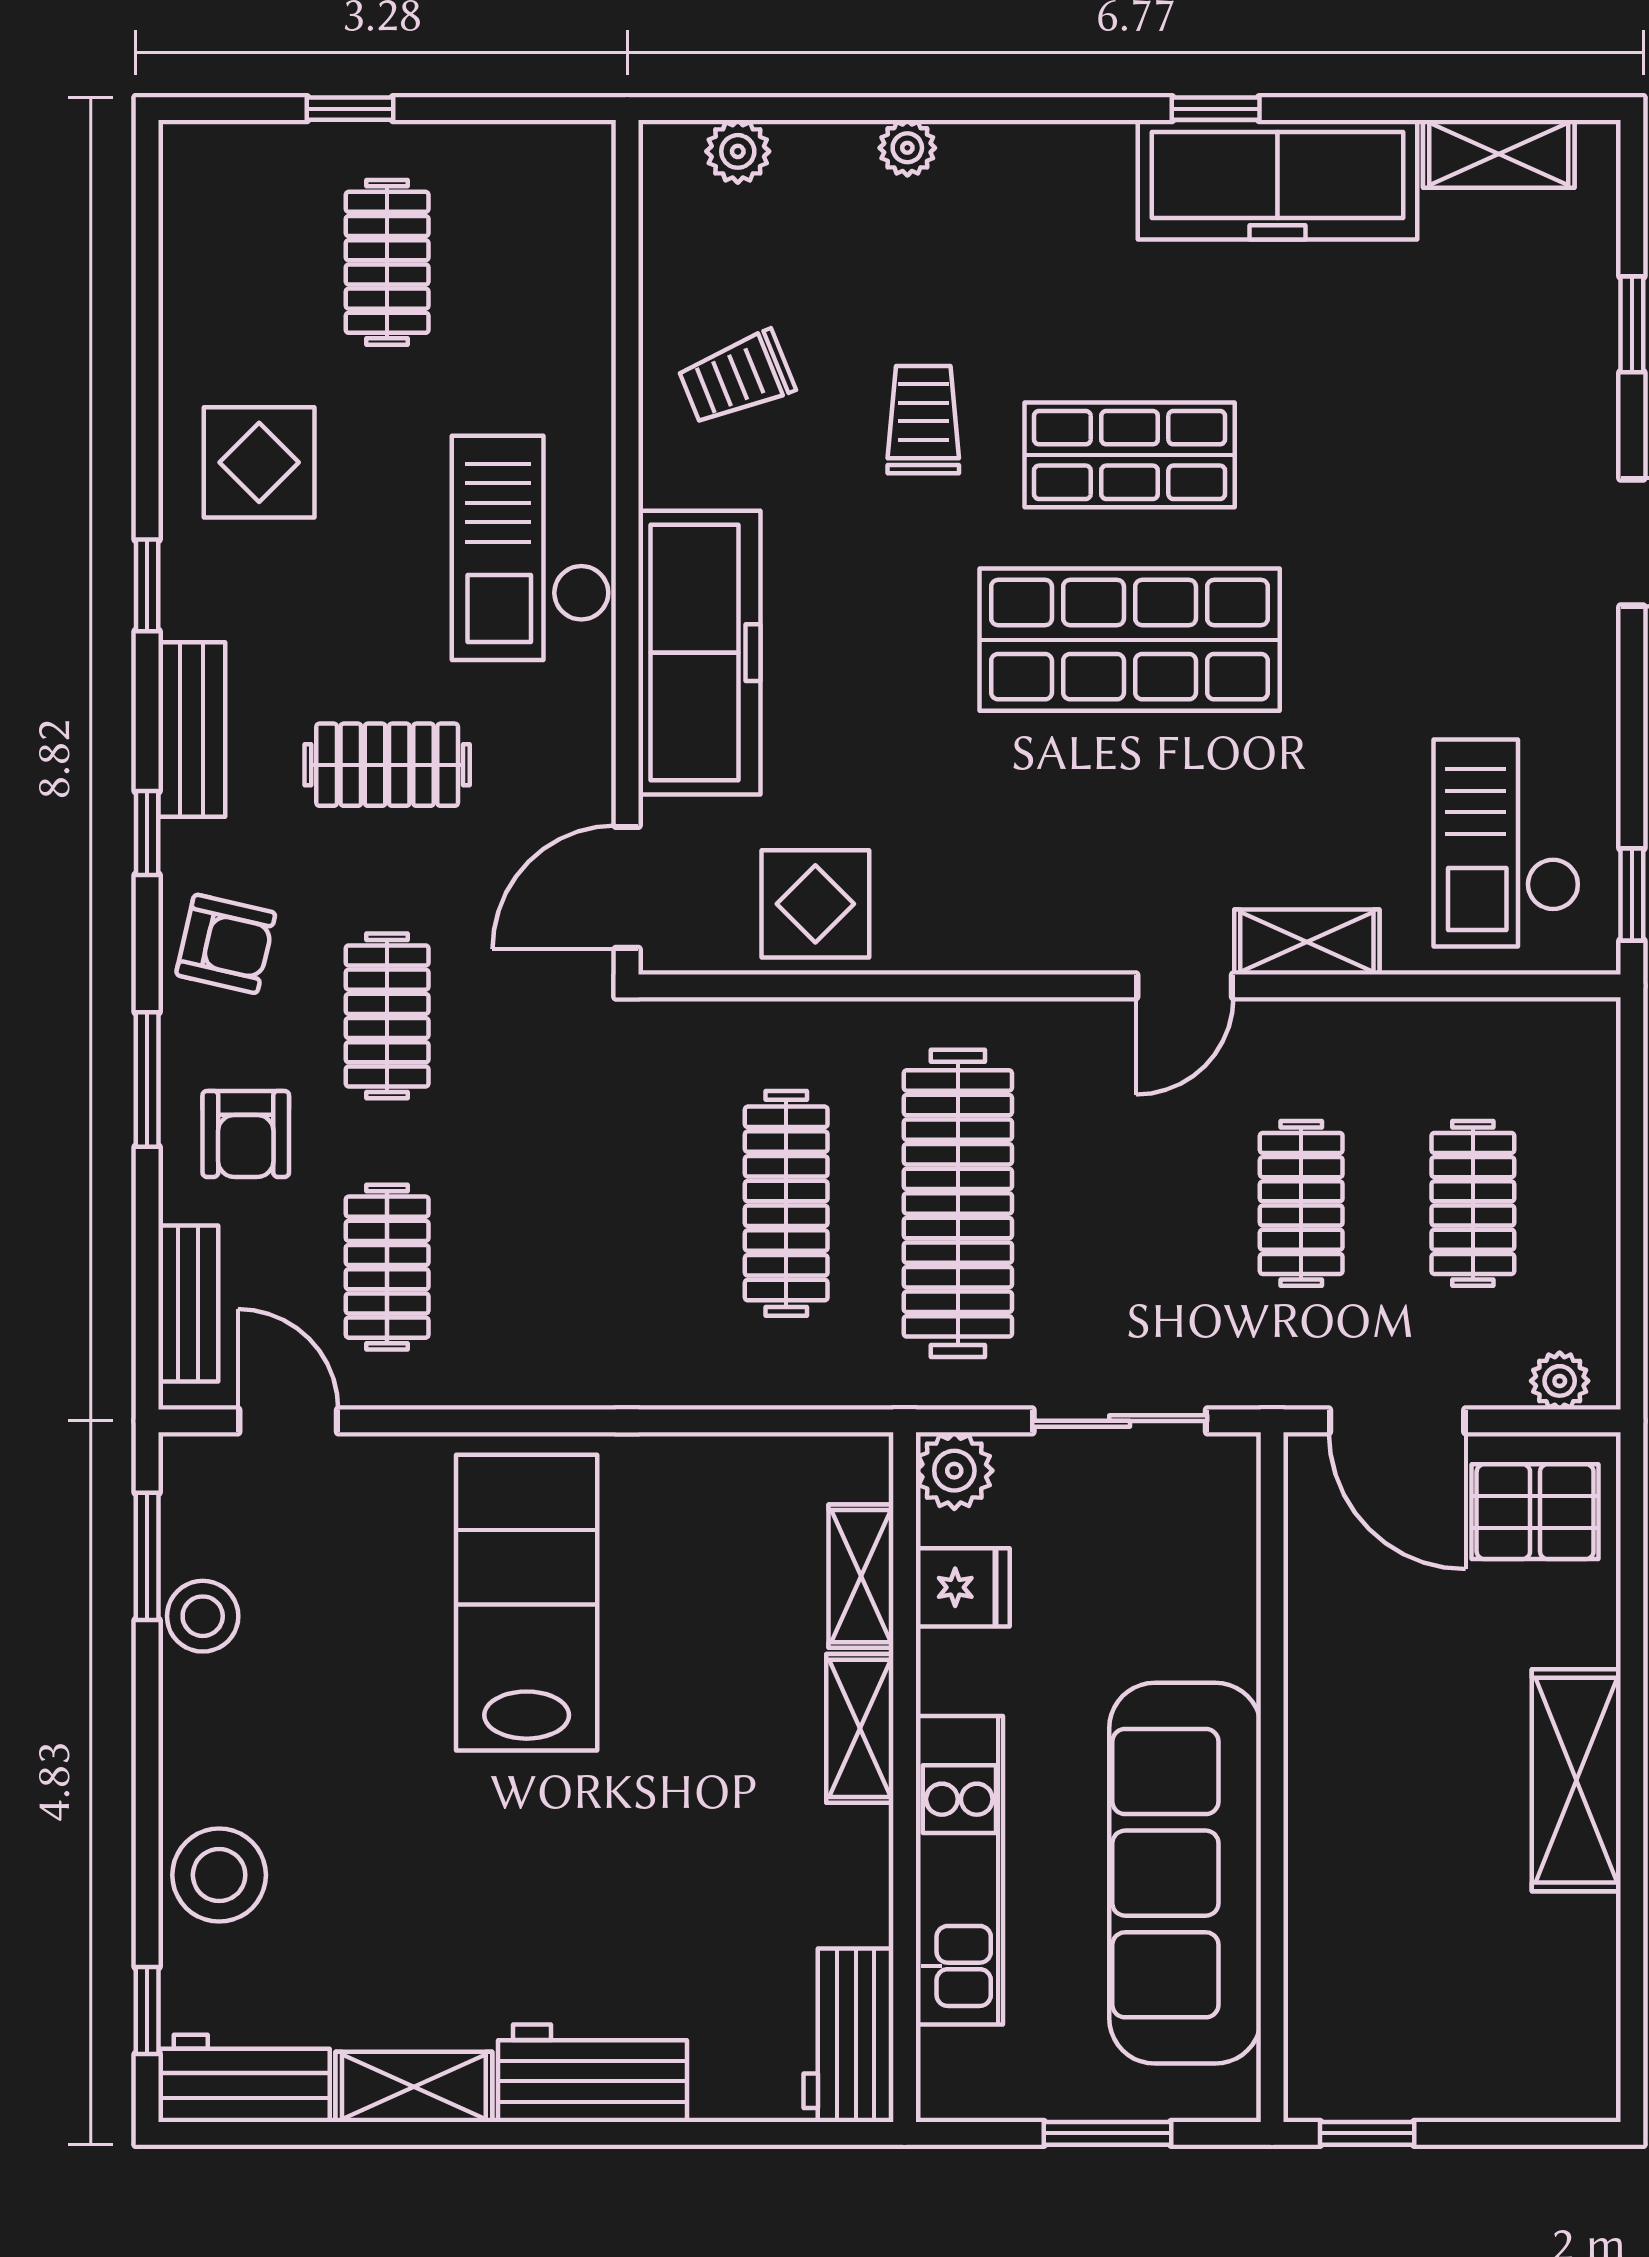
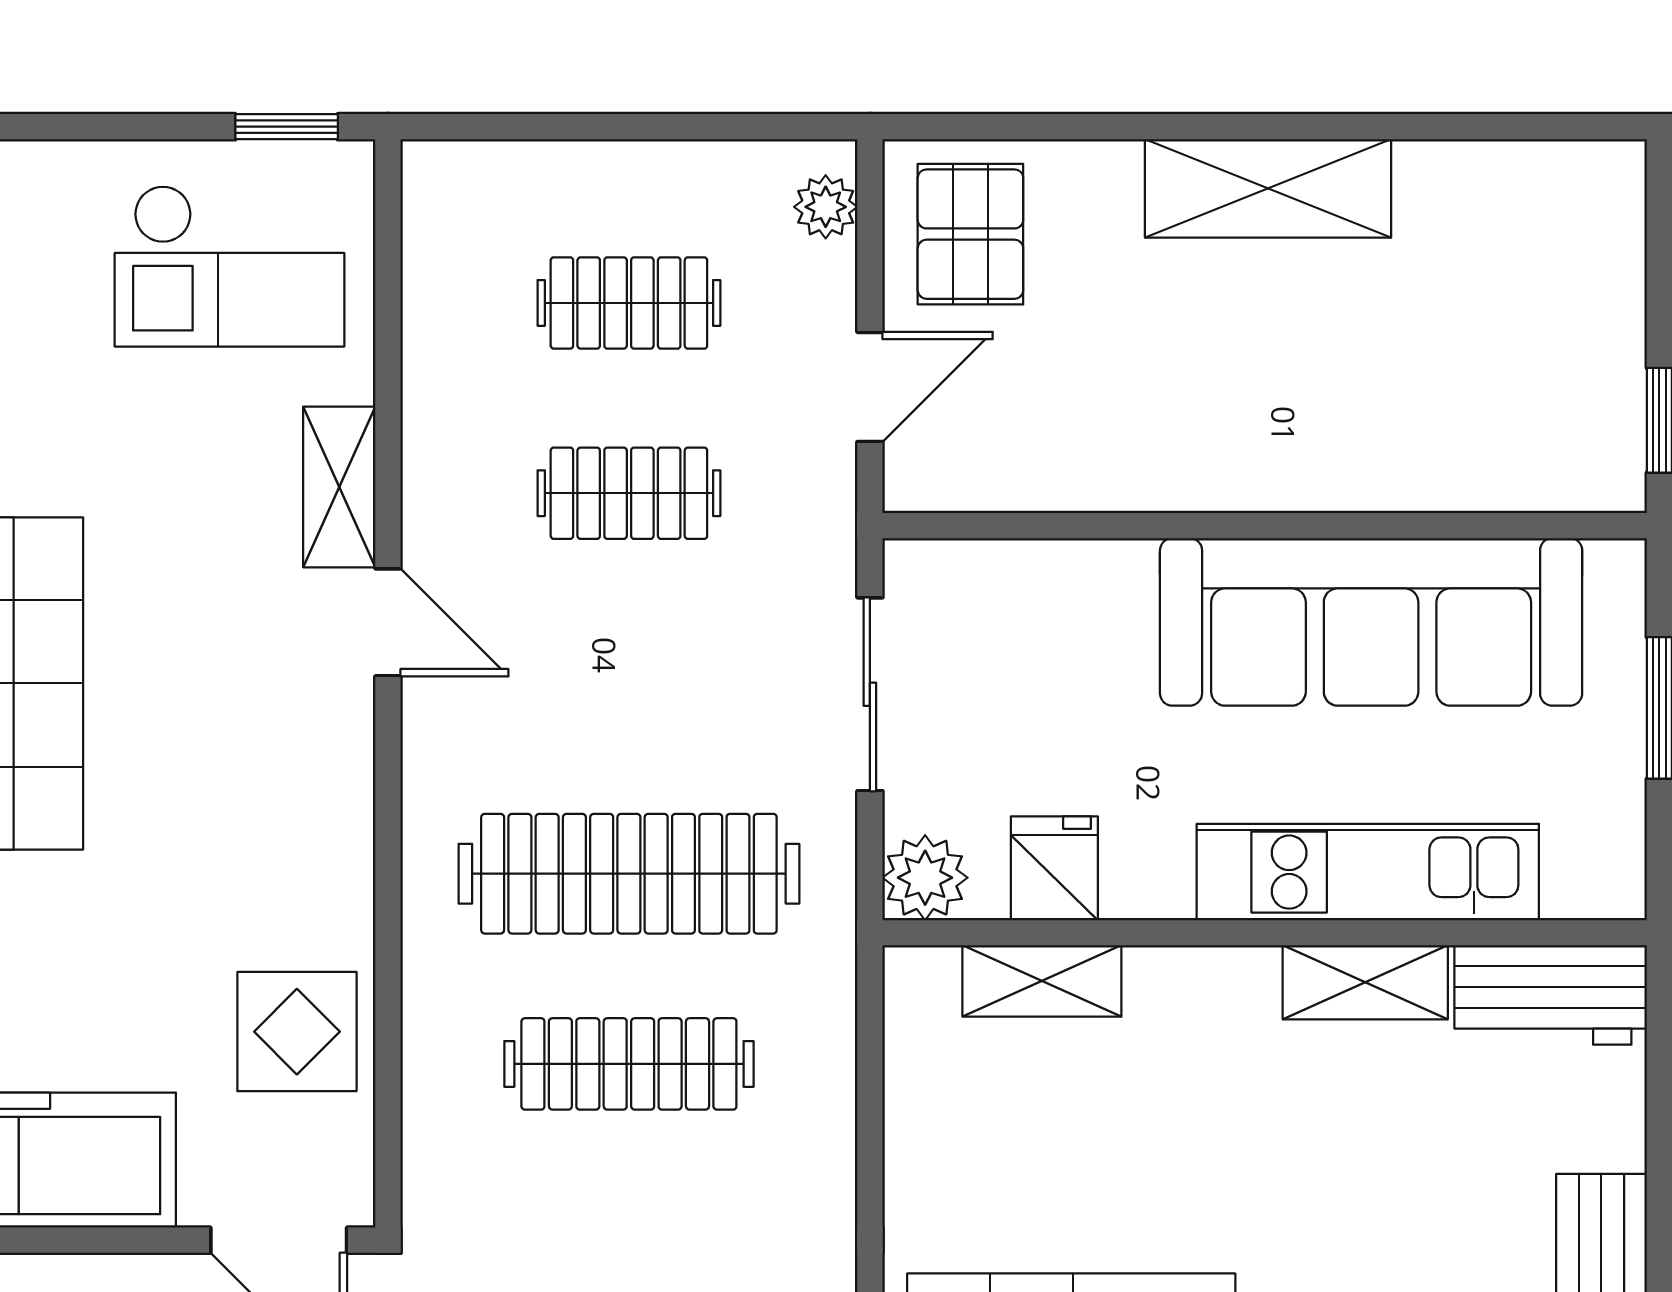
door: (1397, 1421) -> (870, 387), width x0.73
shelving: (860, 1728) -> (1365, 982), moved

